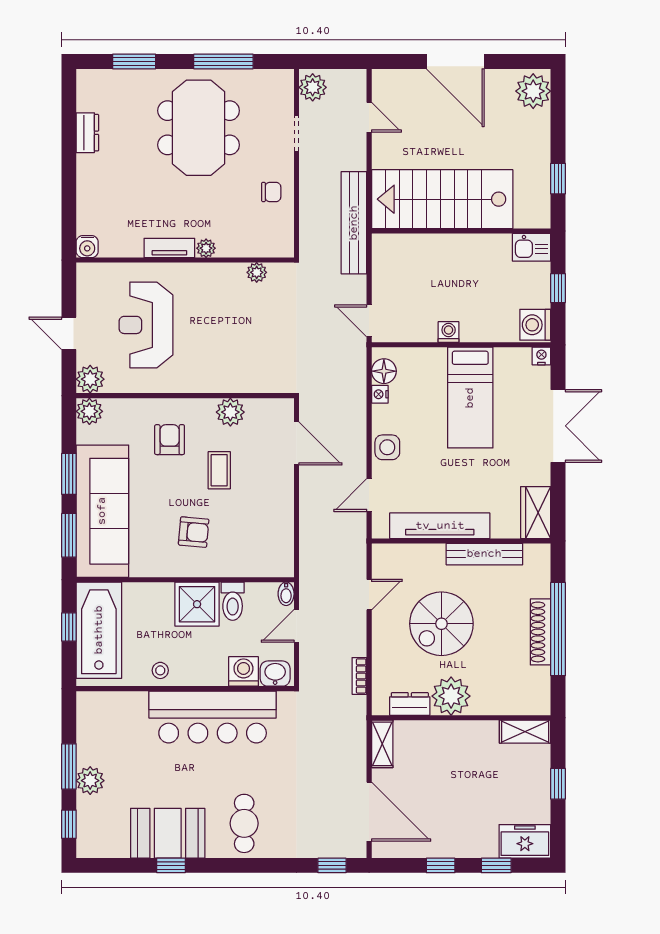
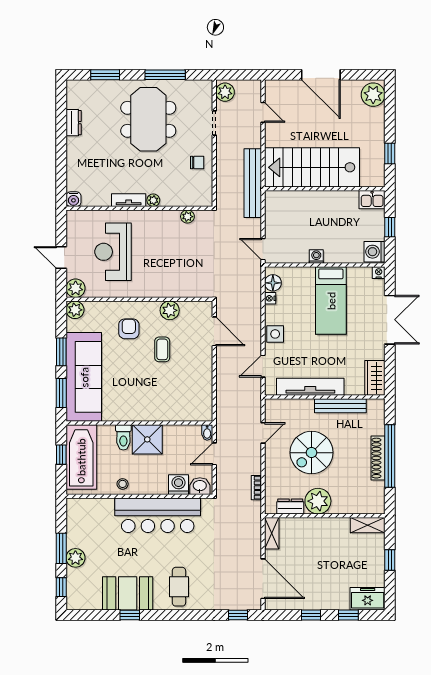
armchair: (194, 532) -> (145, 391), removed
toilet: (233, 601) -> (123, 437), moved

